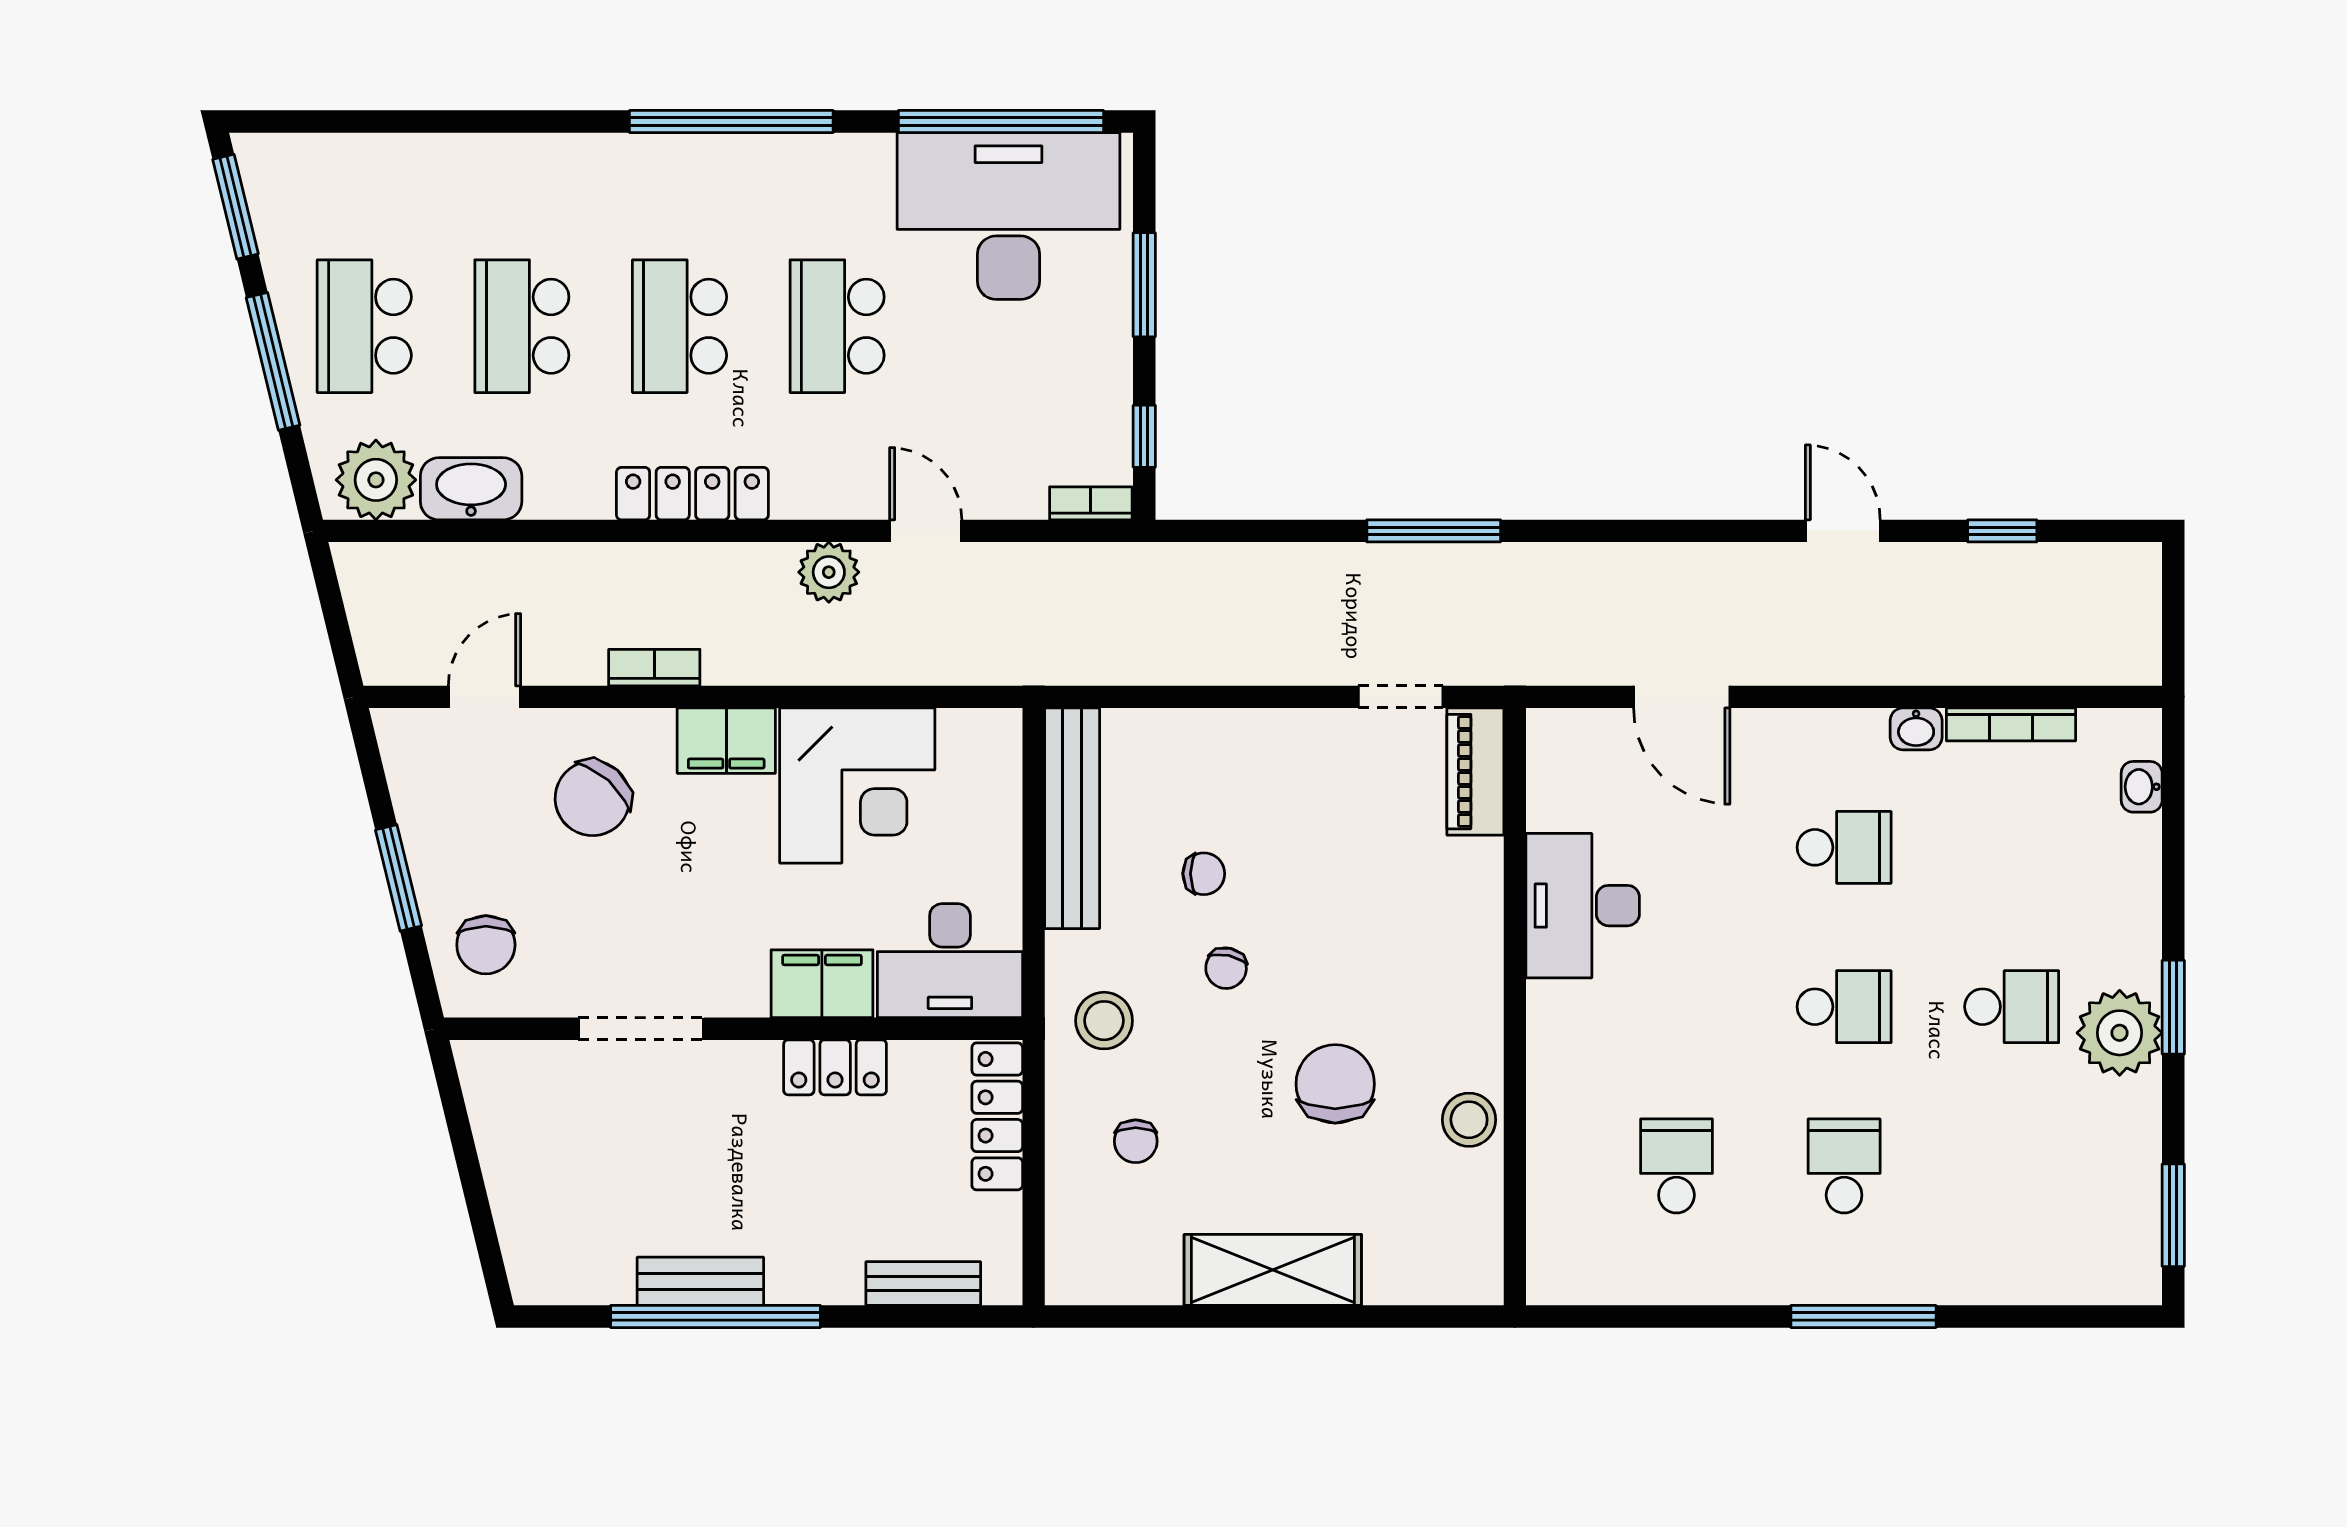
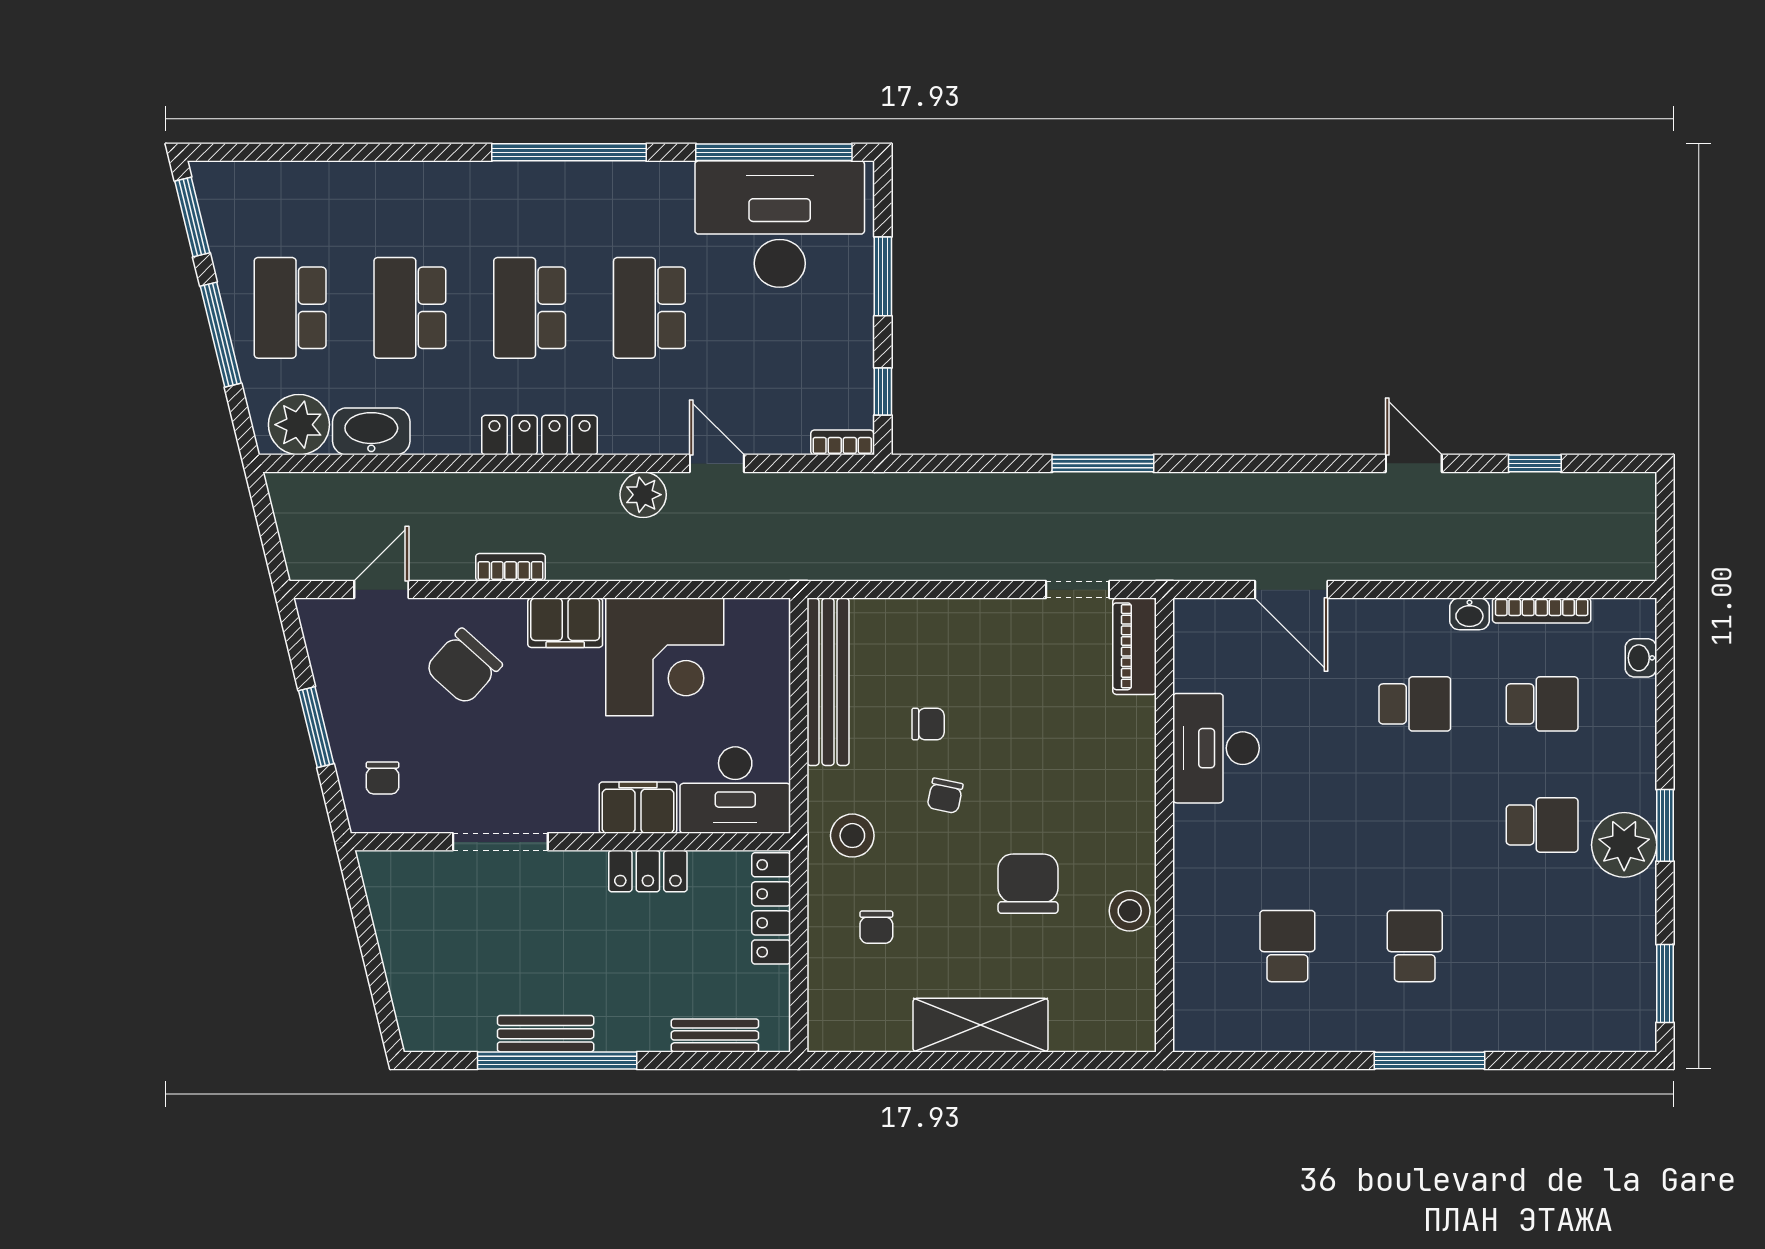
chair: (486, 945) -> (383, 778), width x0.73, depth x0.73
school desk: (1844, 1007) -> (1542, 704), moved

